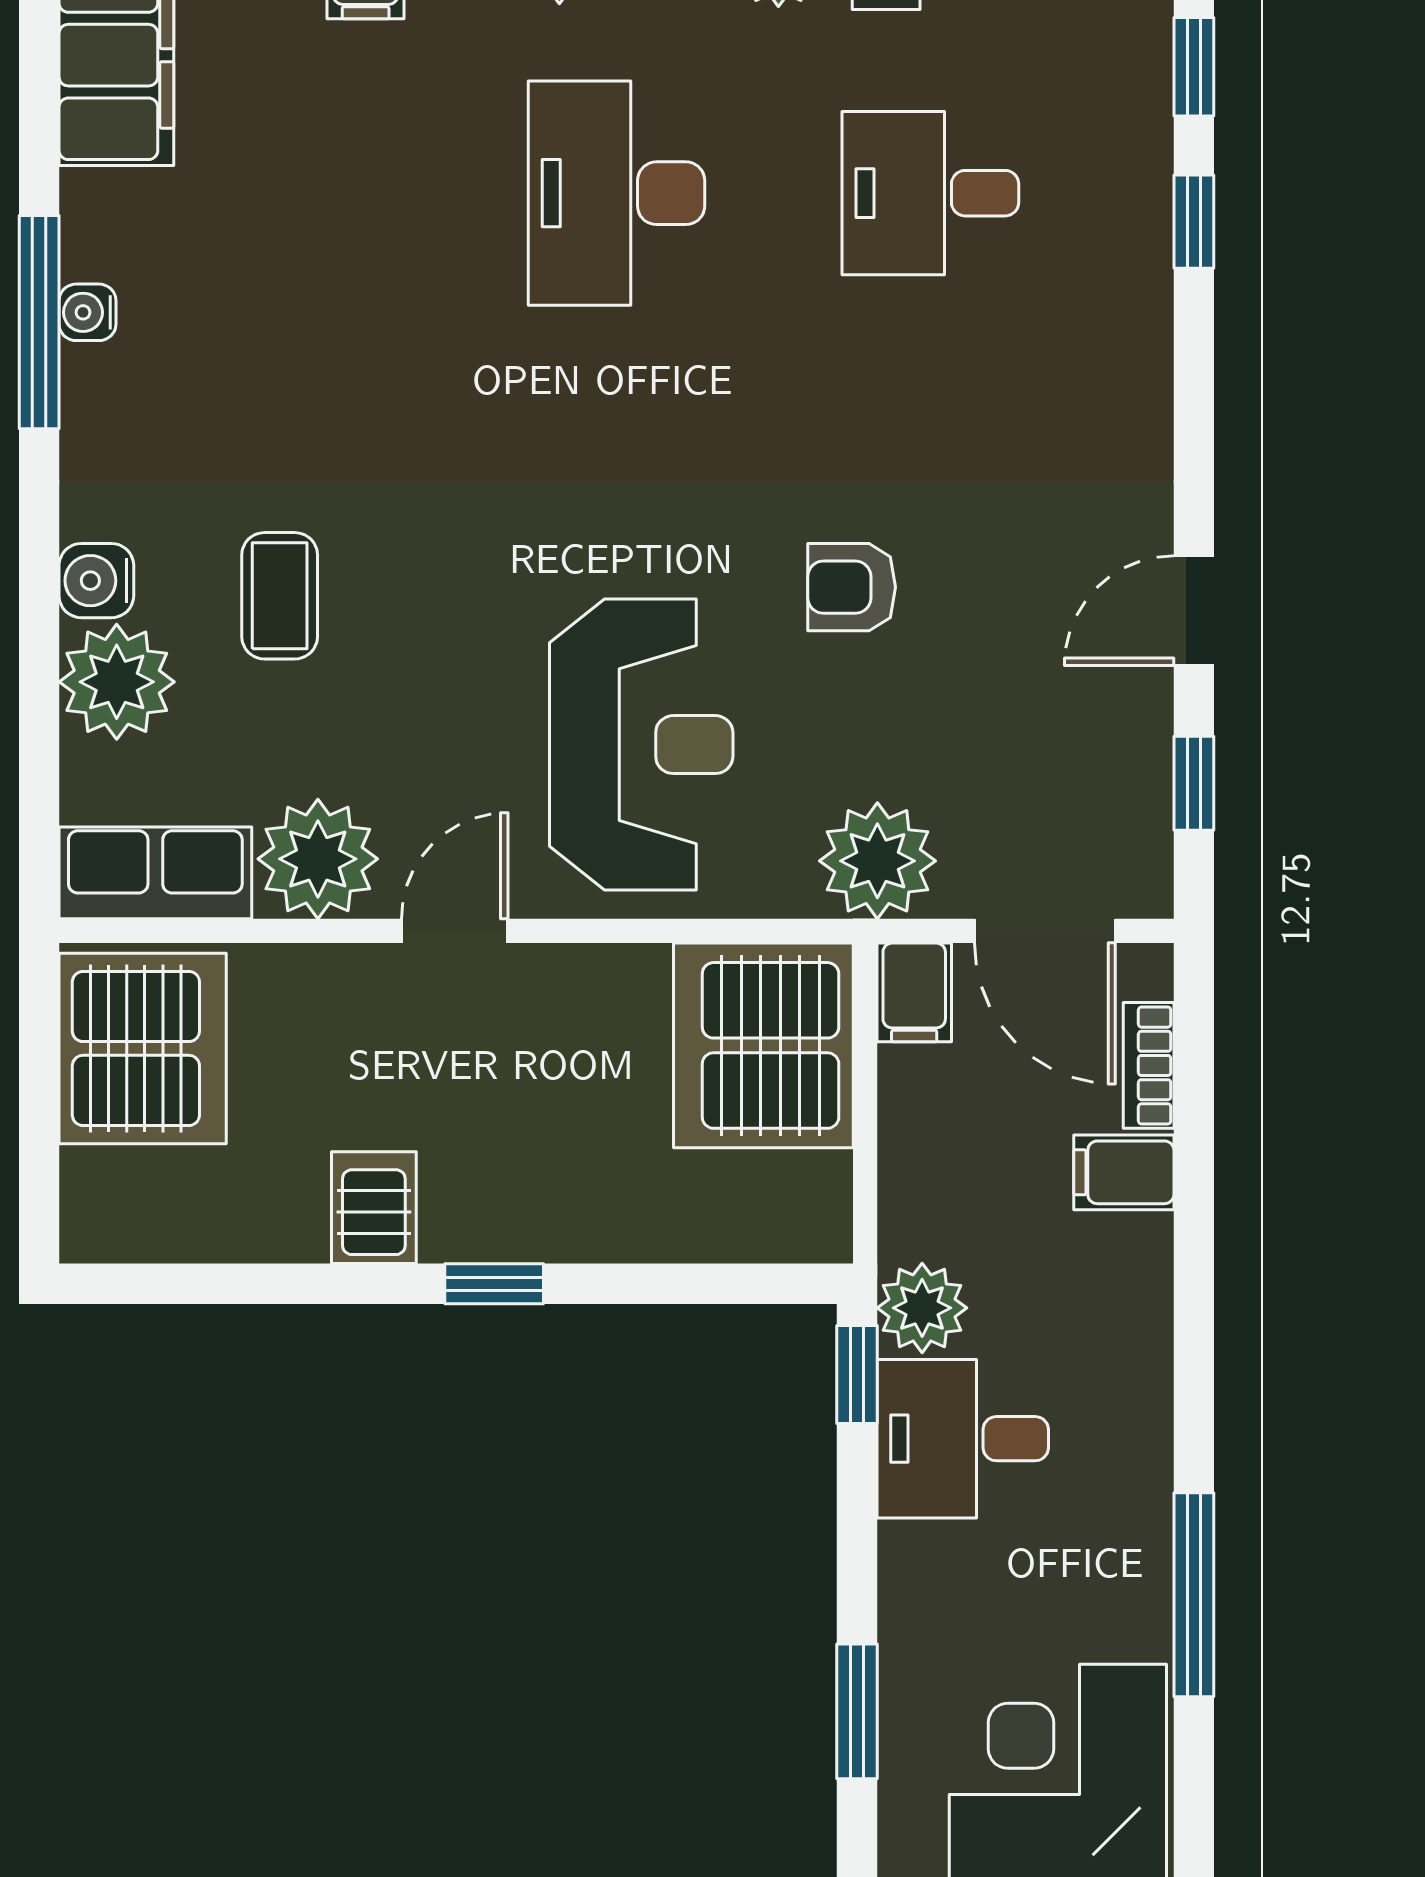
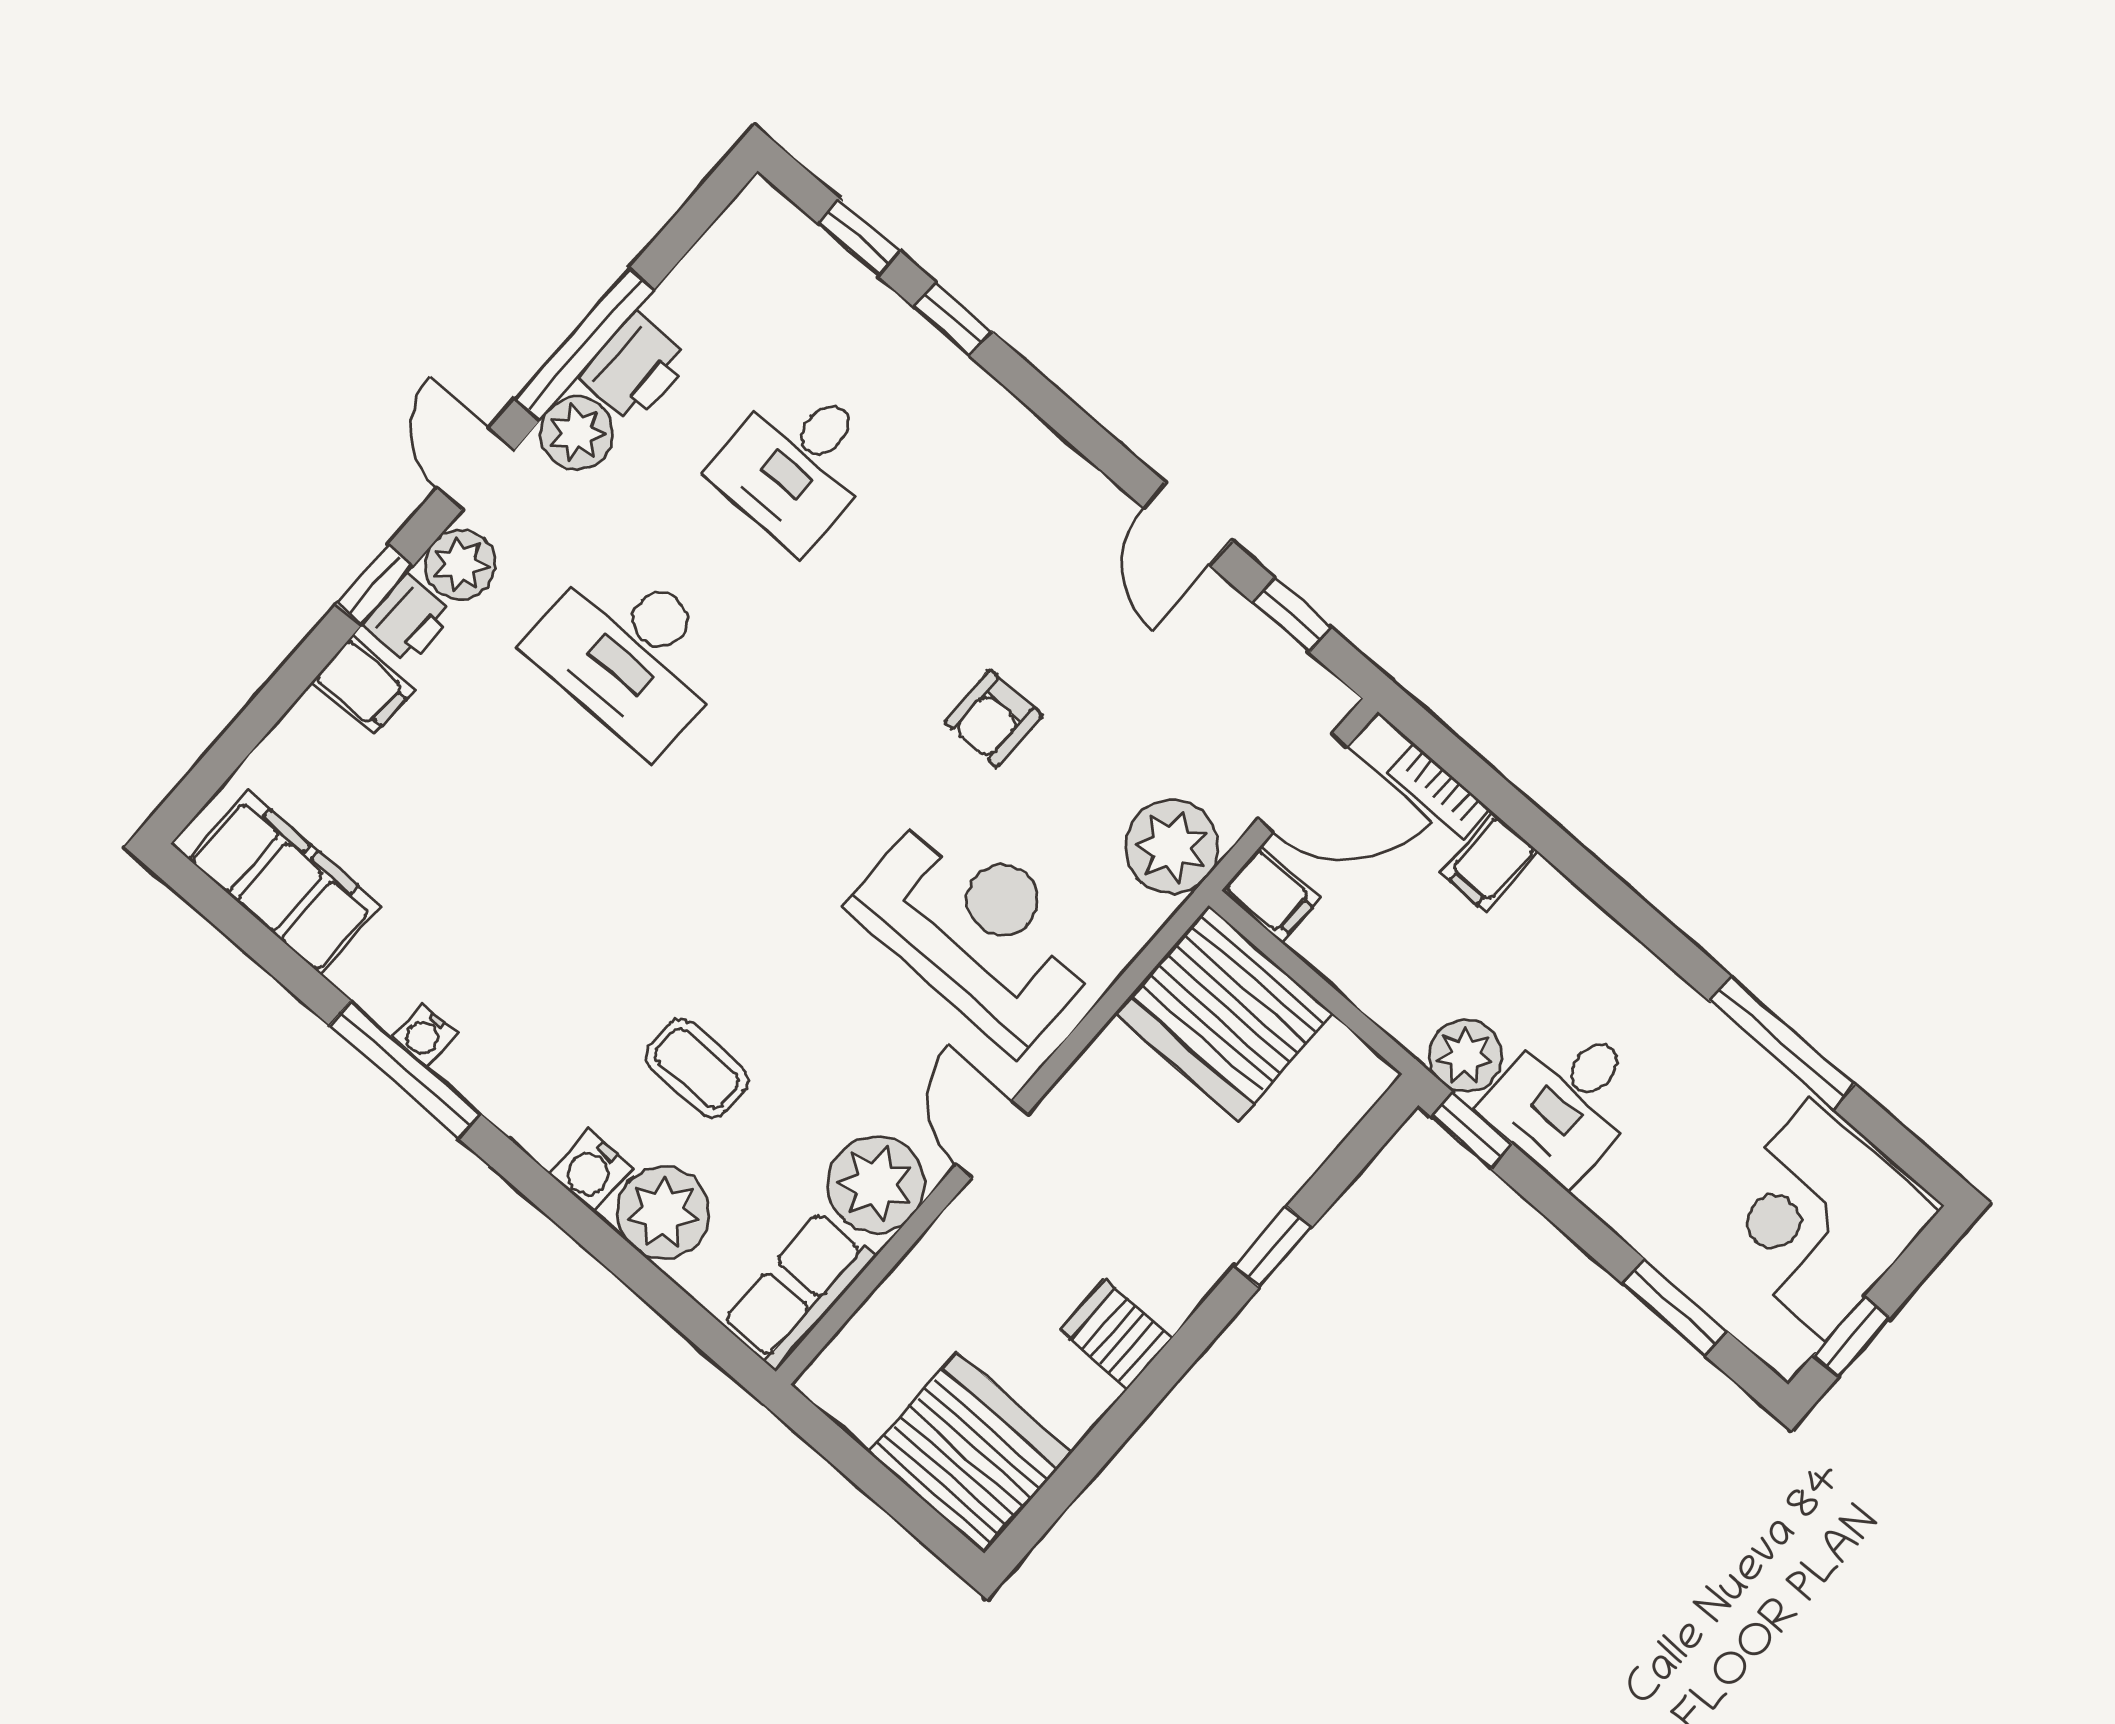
server rack: (143, 1048) -> (971, 1453), moved
window: (494, 1284) -> (1273, 1247), moved

